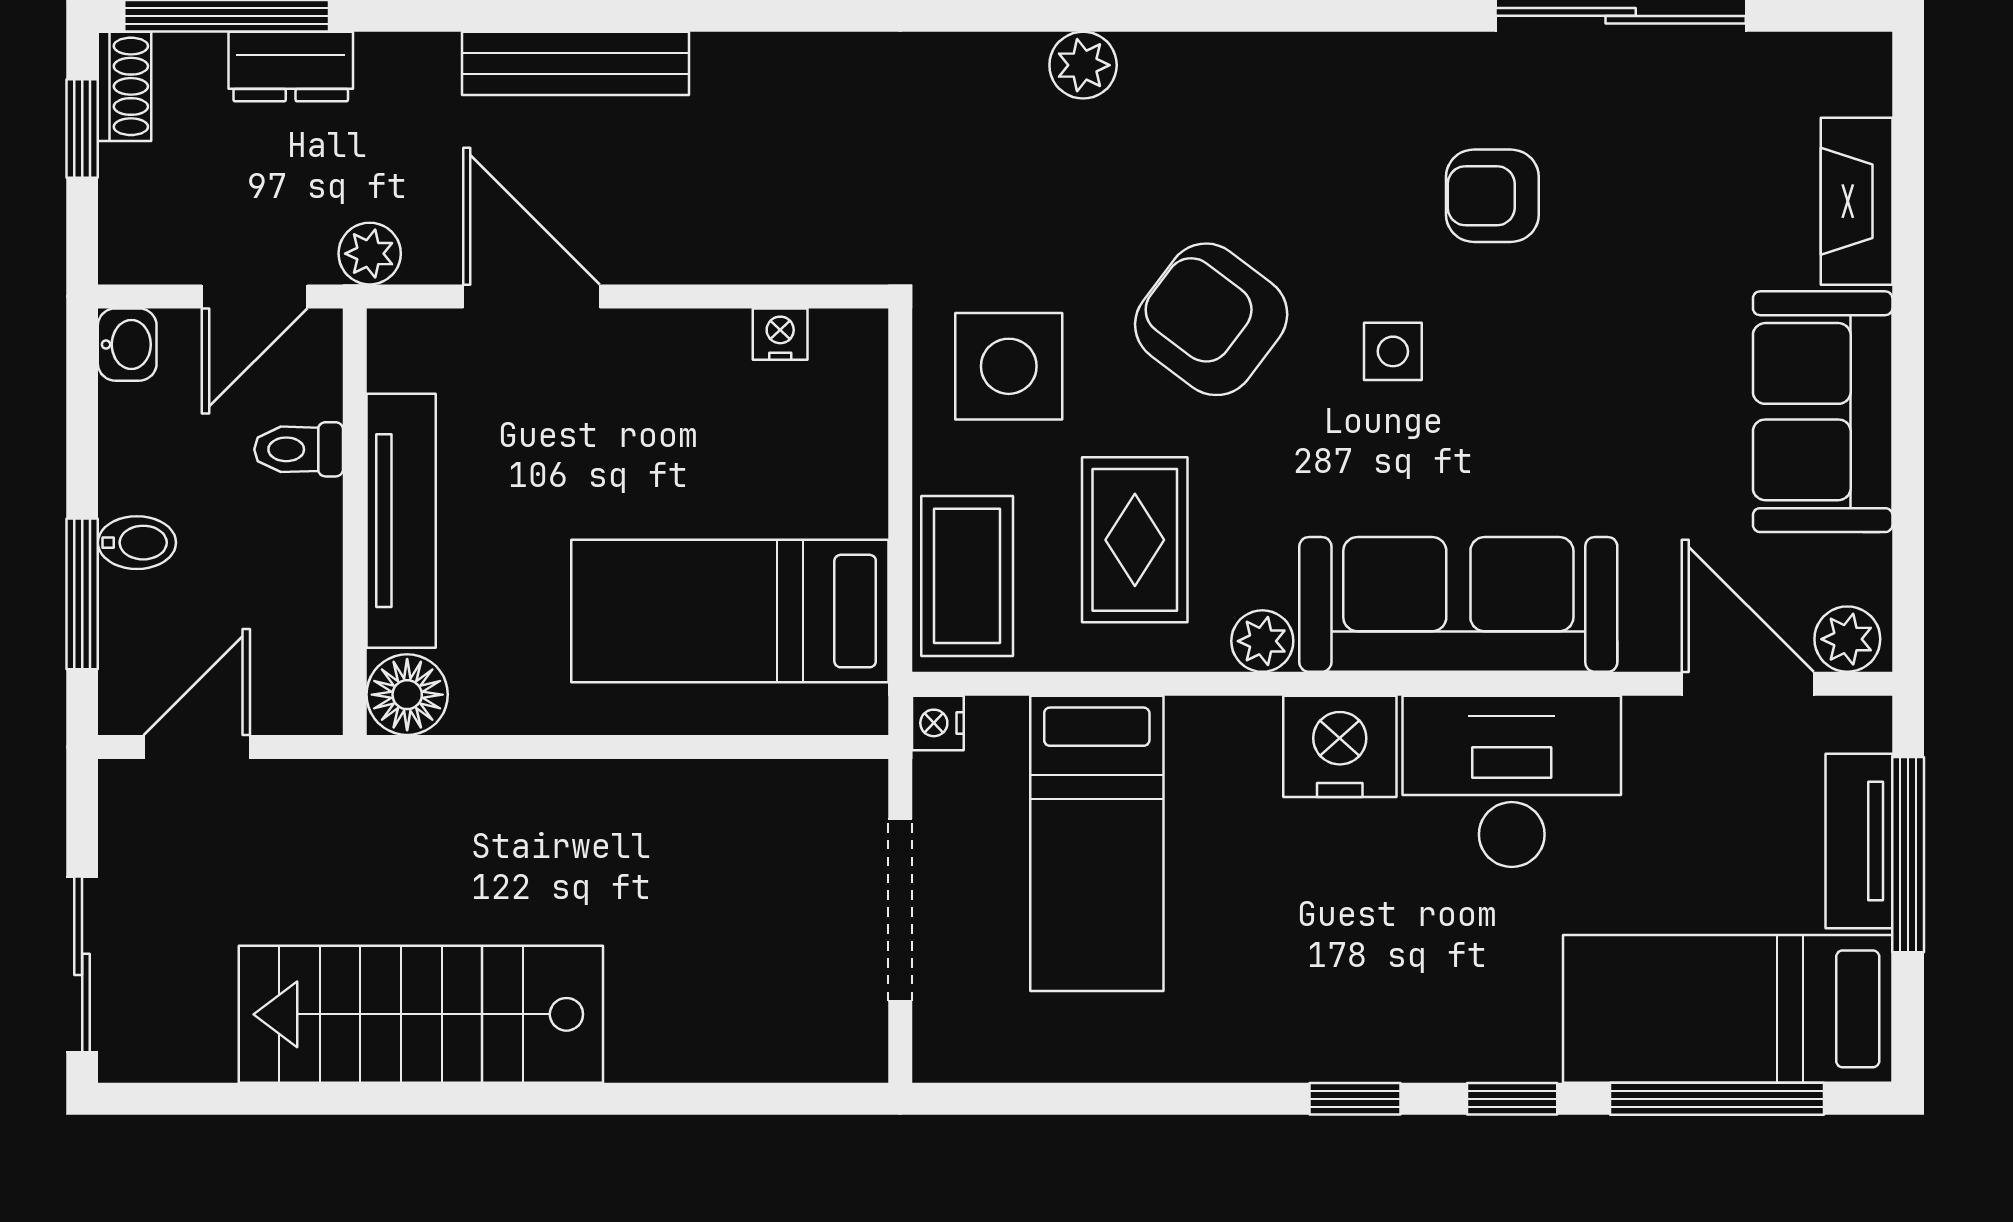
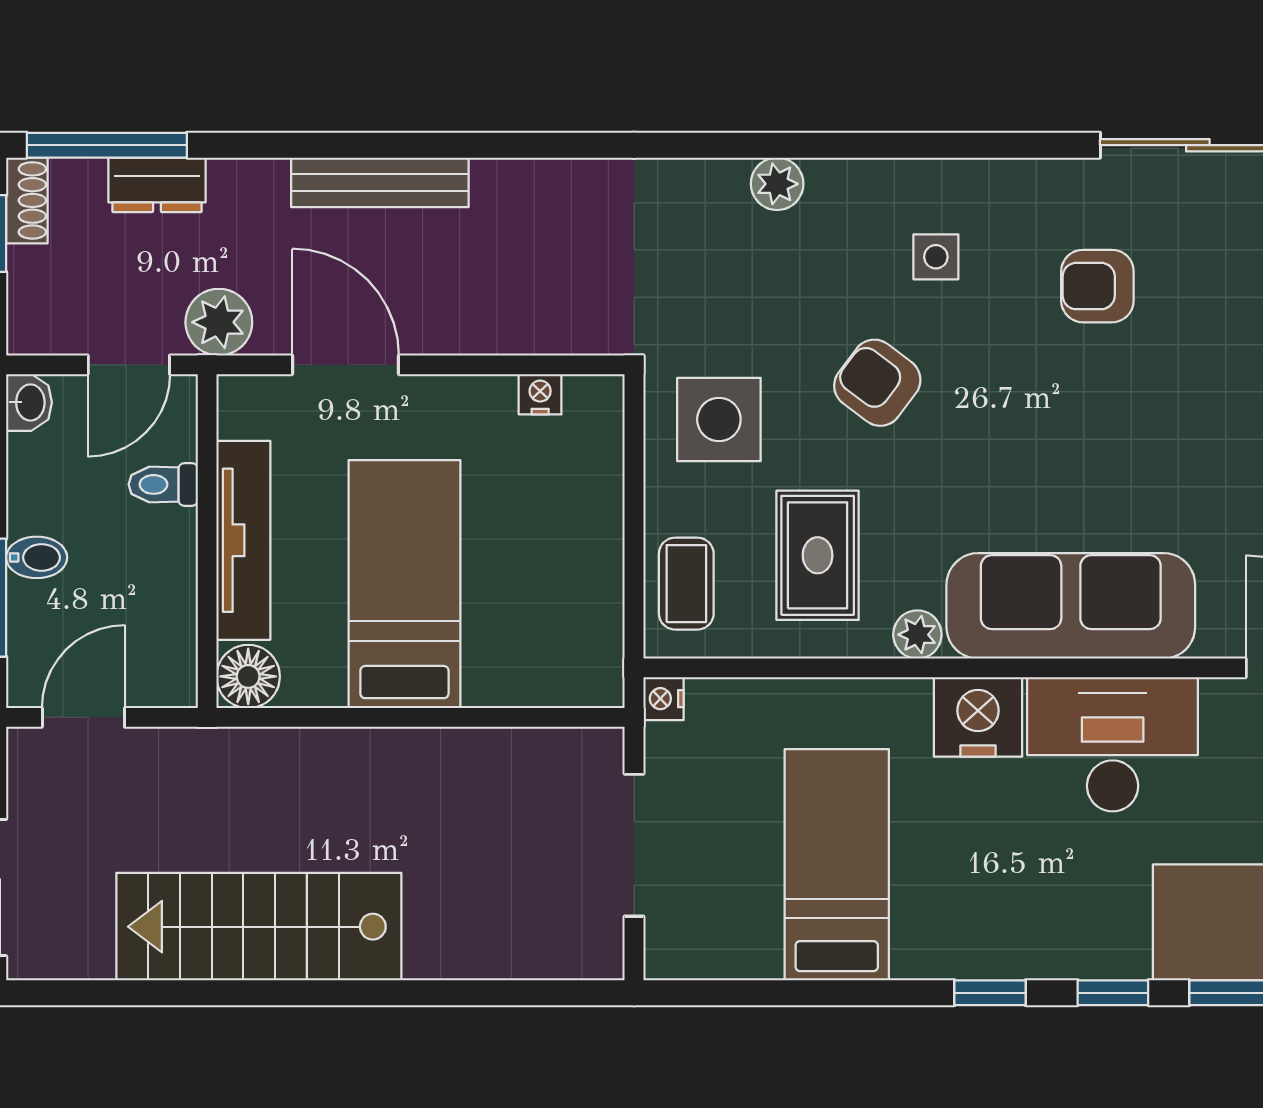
plant: (370, 254) -> (219, 322), width x1.38, depth x1.38
armchair: (1211, 319) -> (877, 383), width x0.72, depth x0.72
side table: (1393, 351) -> (936, 257), moved
coffee table: (967, 576) -> (686, 584), width x0.73, depth x0.77
bed: (730, 611) -> (404, 584), moved, turned 90
bed: (1097, 843) -> (837, 865), moved, turned 180

